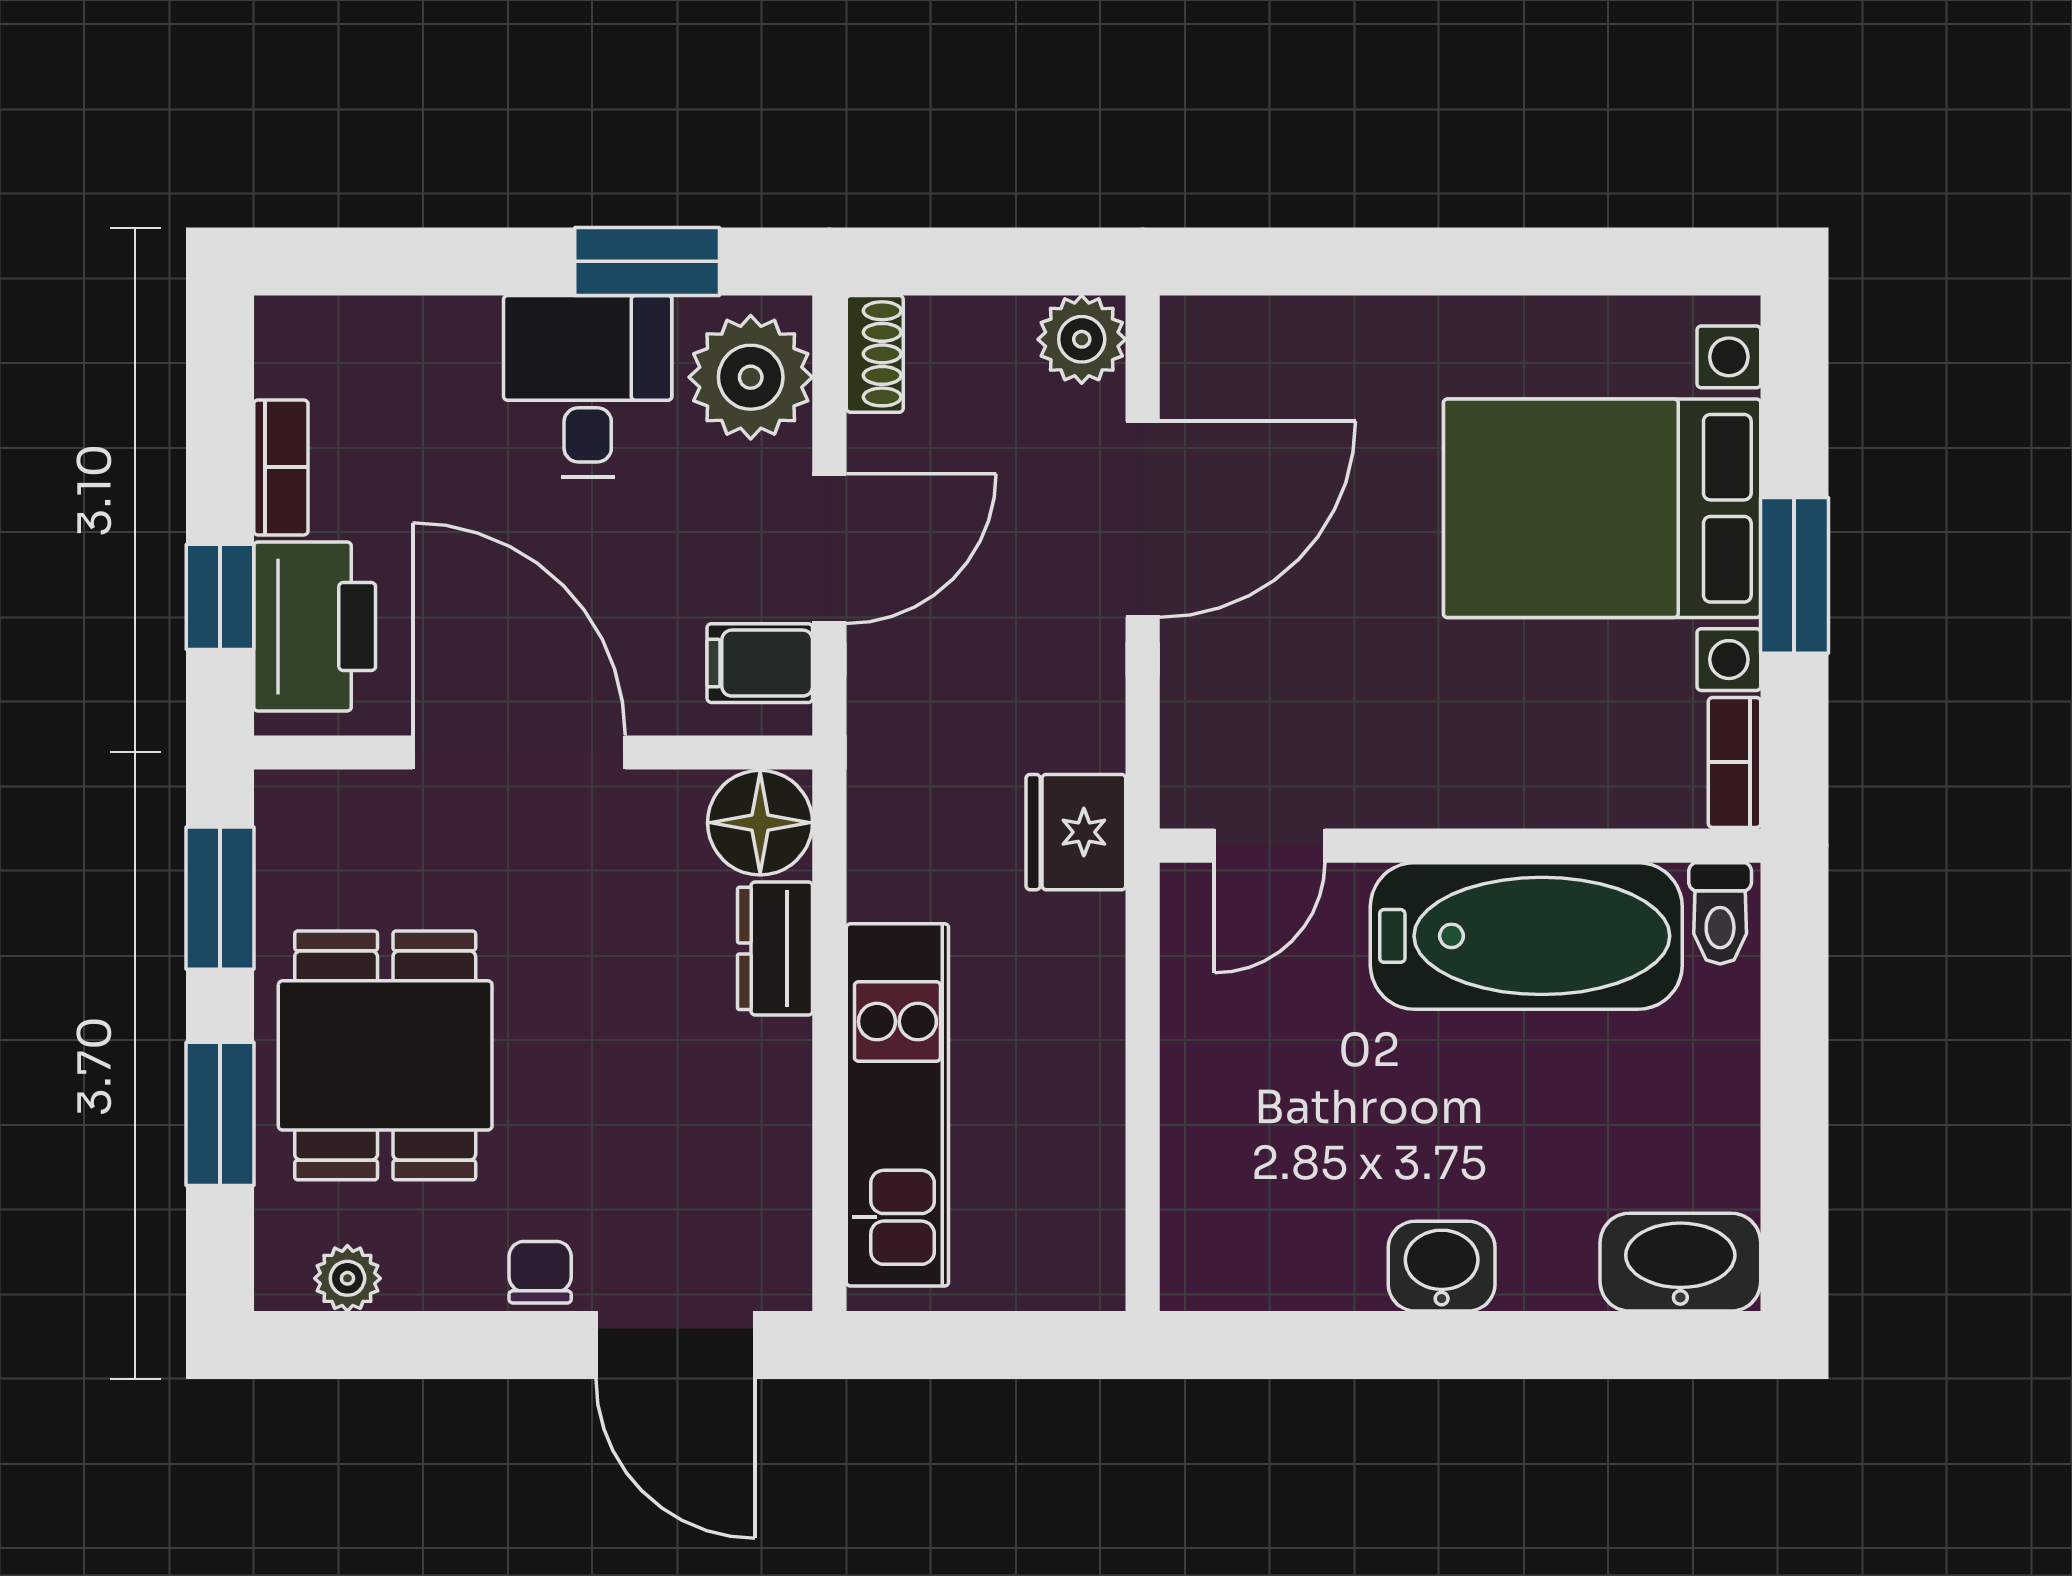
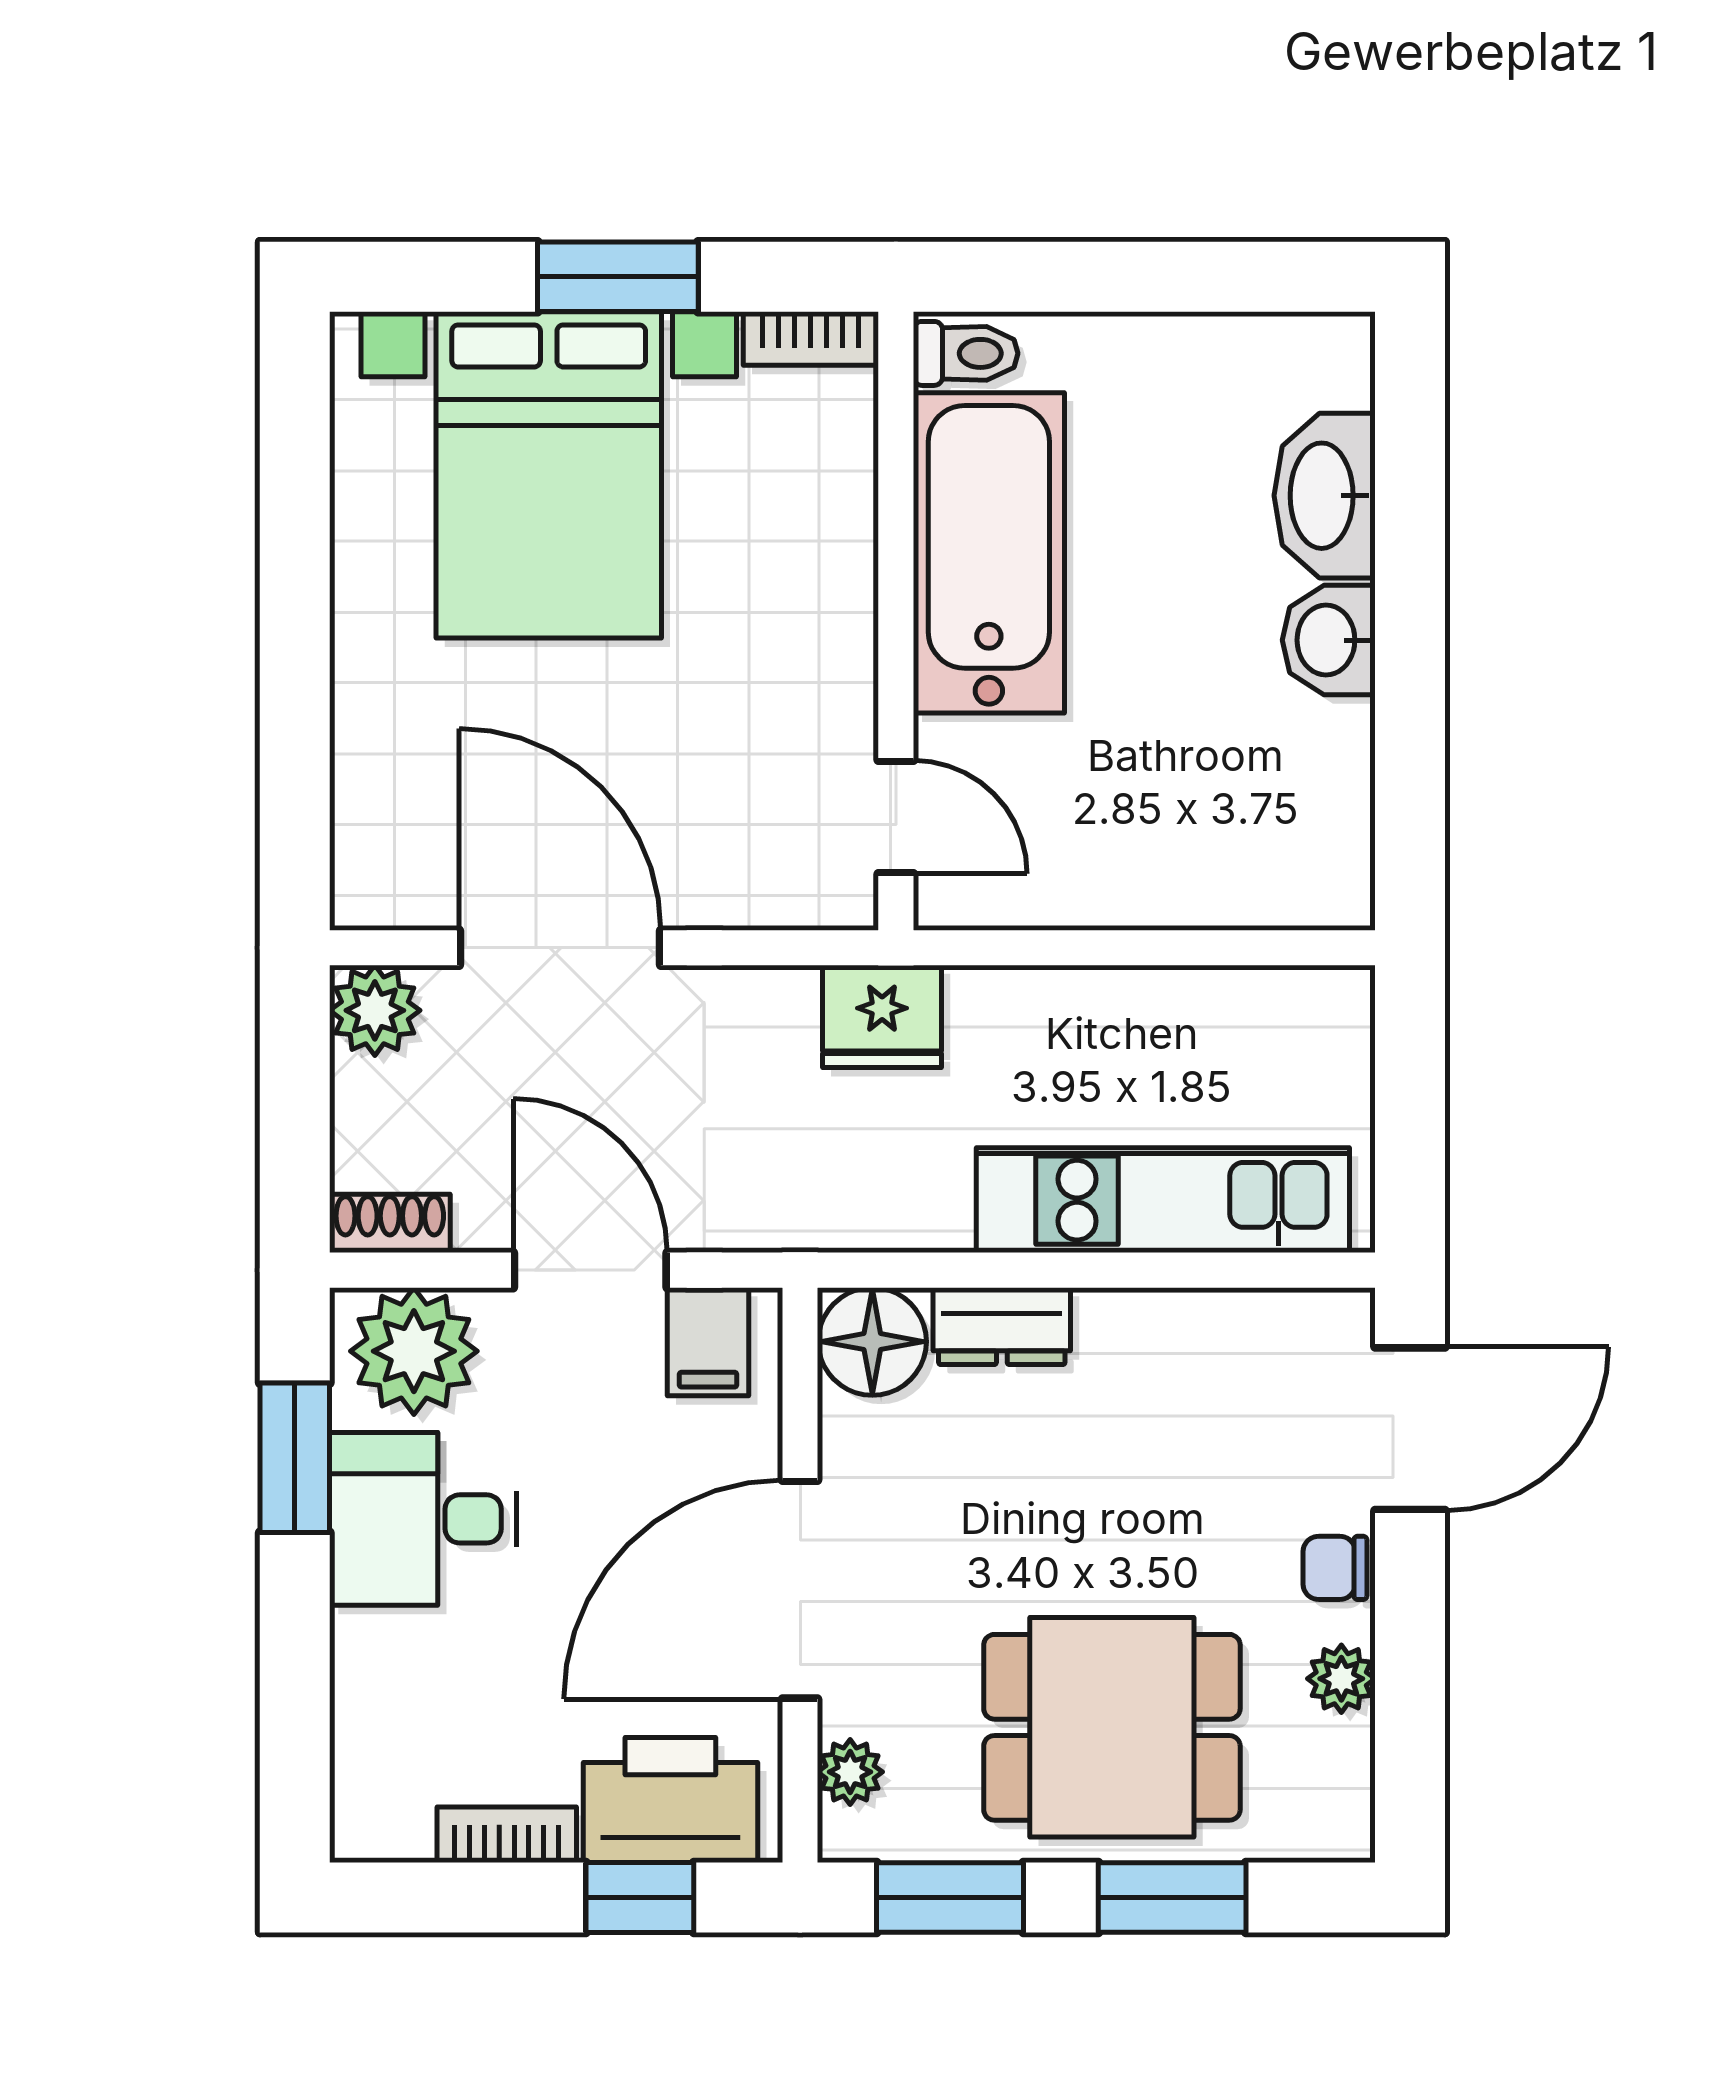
plant: (342, 801) -> (850, 1772), added
washbasin: (1680, 1262) -> (1325, 496), moved
plant: (347, 1278) -> (1341, 1679), moved

